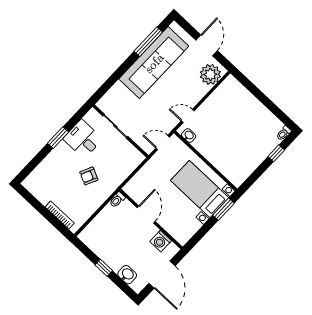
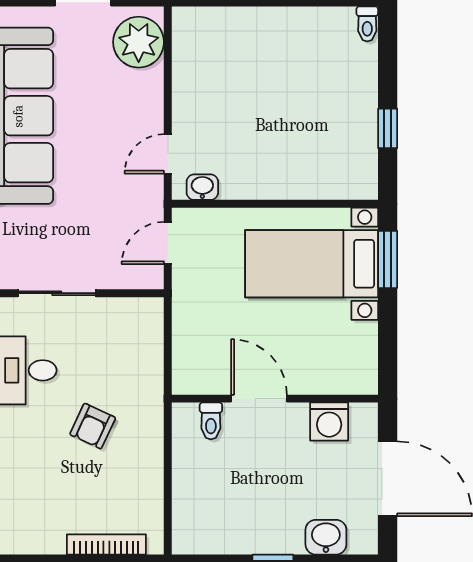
window: (276, 153) -> (388, 128), moved
toilet: (117, 200) -> (211, 421), moved

